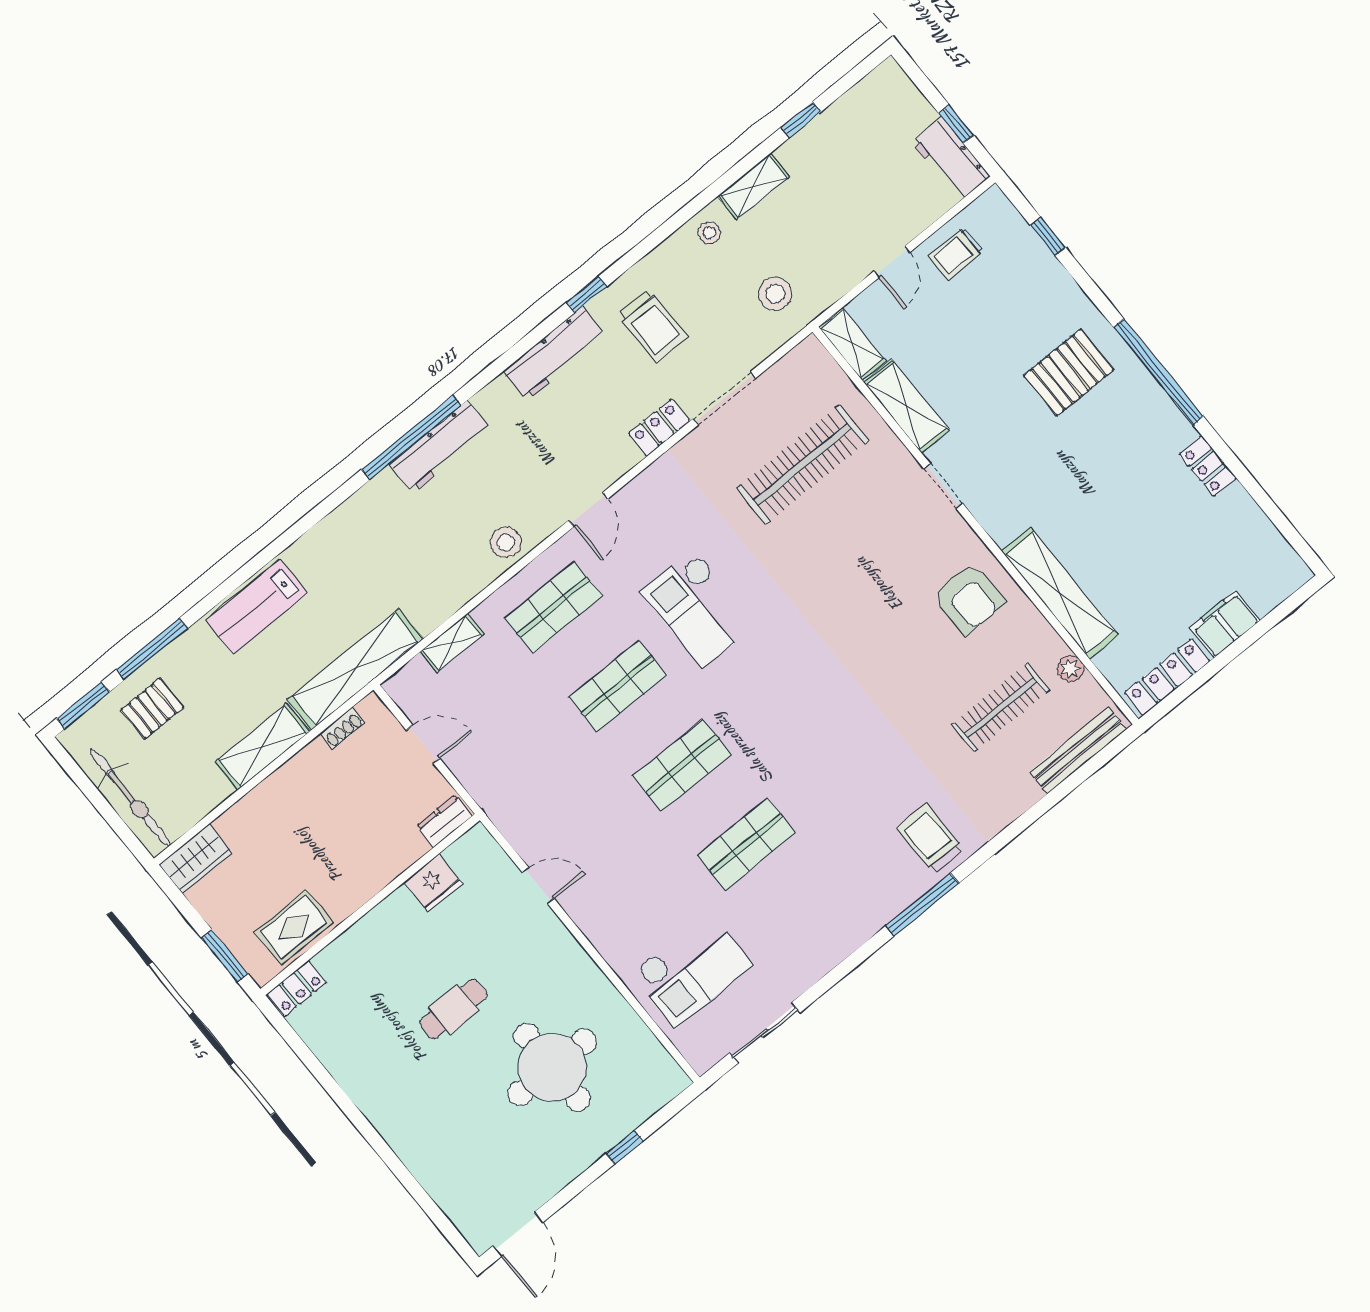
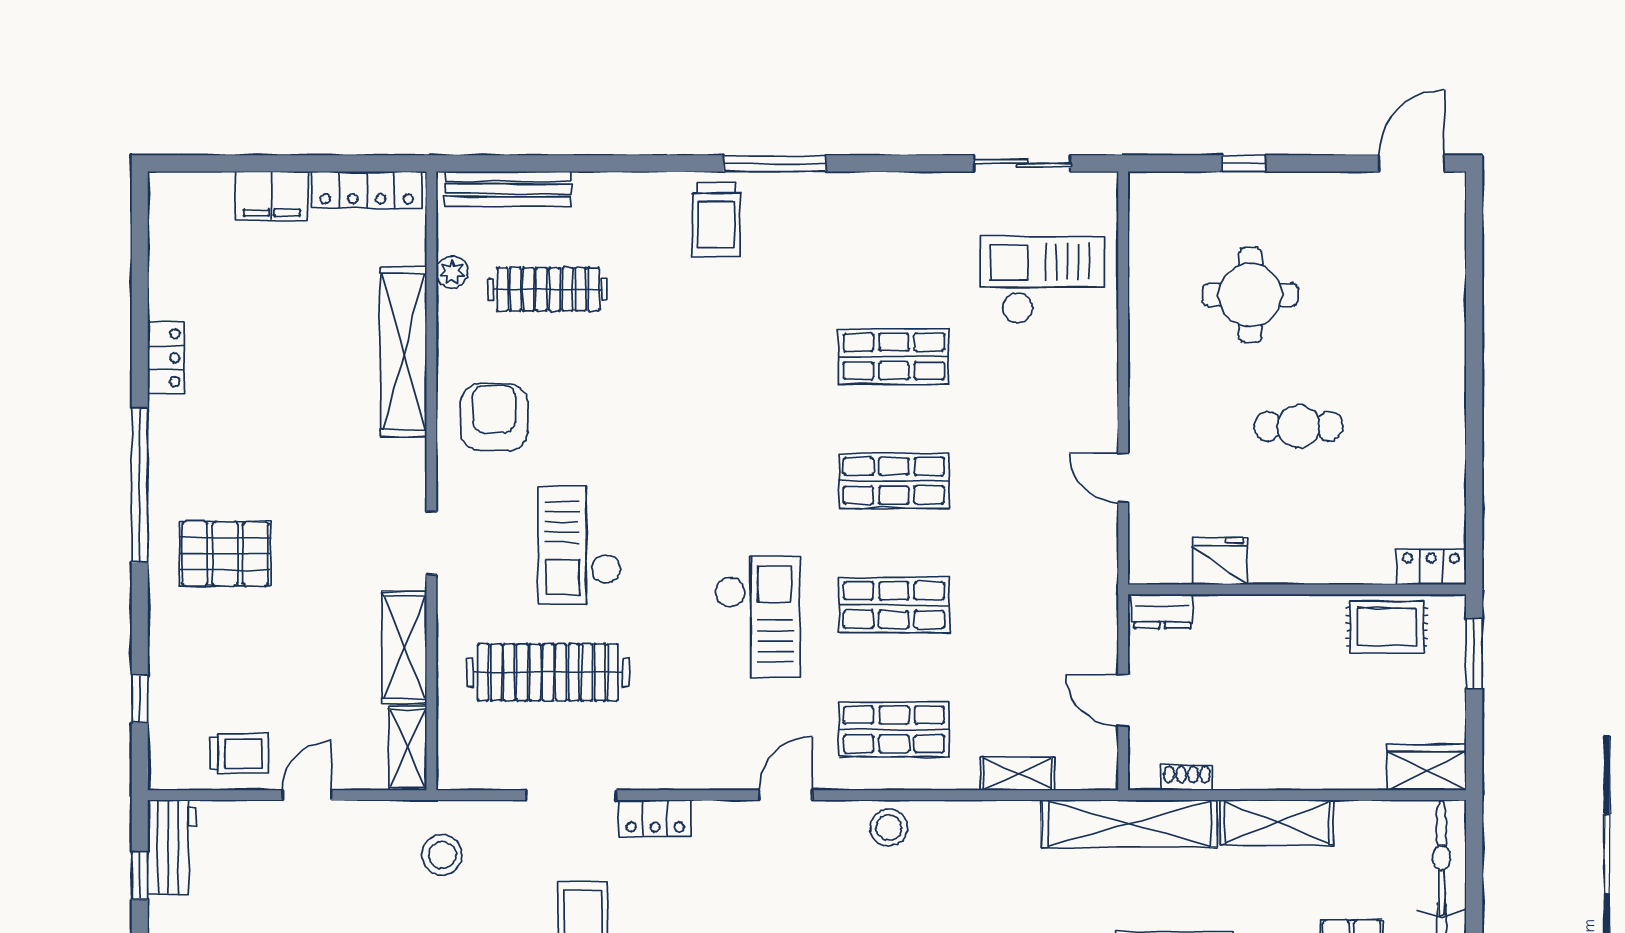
checkout: (848, 561) -> (579, 546), added
round table: (552, 1067) -> (1250, 295), width x0.73, depth x0.73

